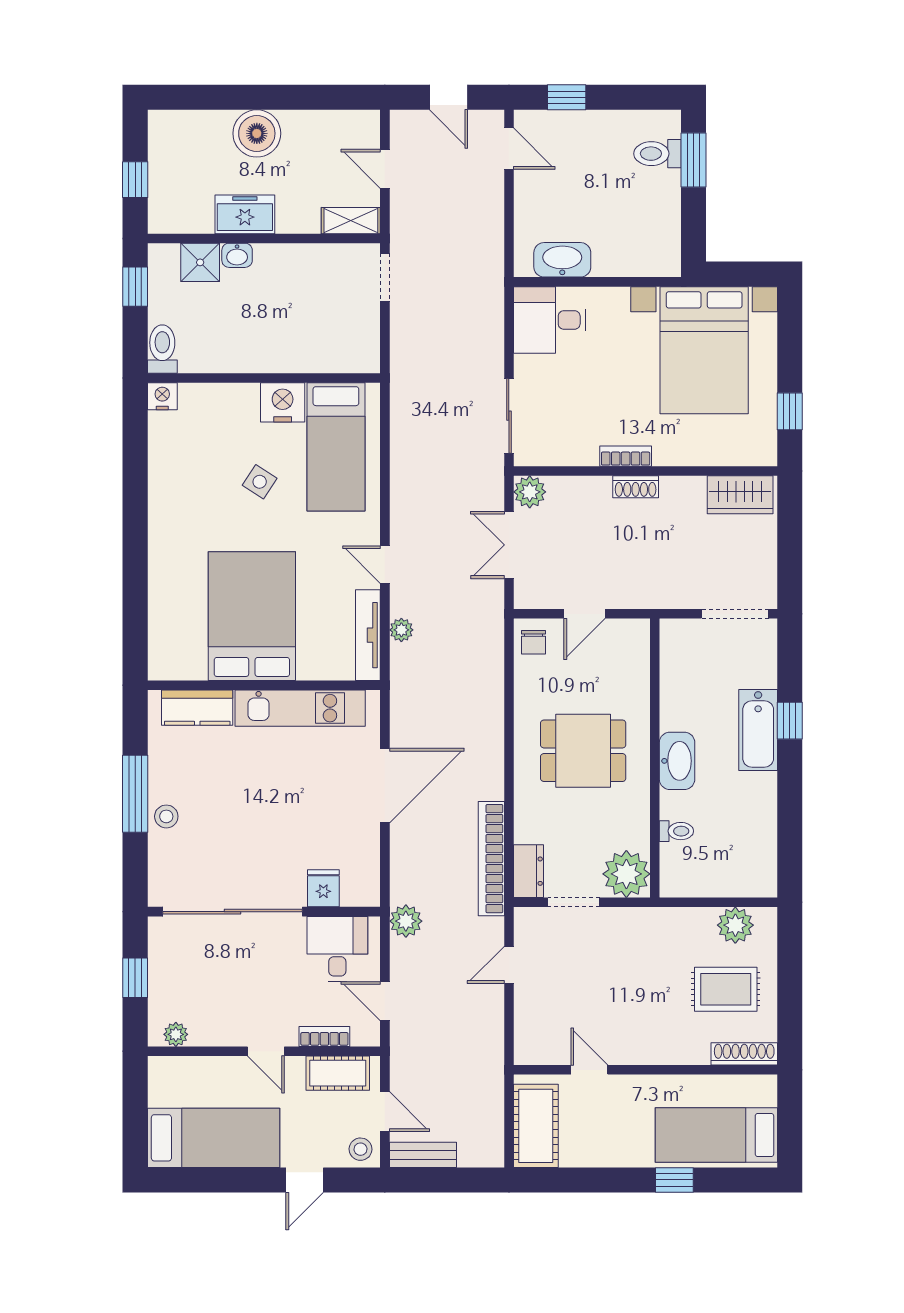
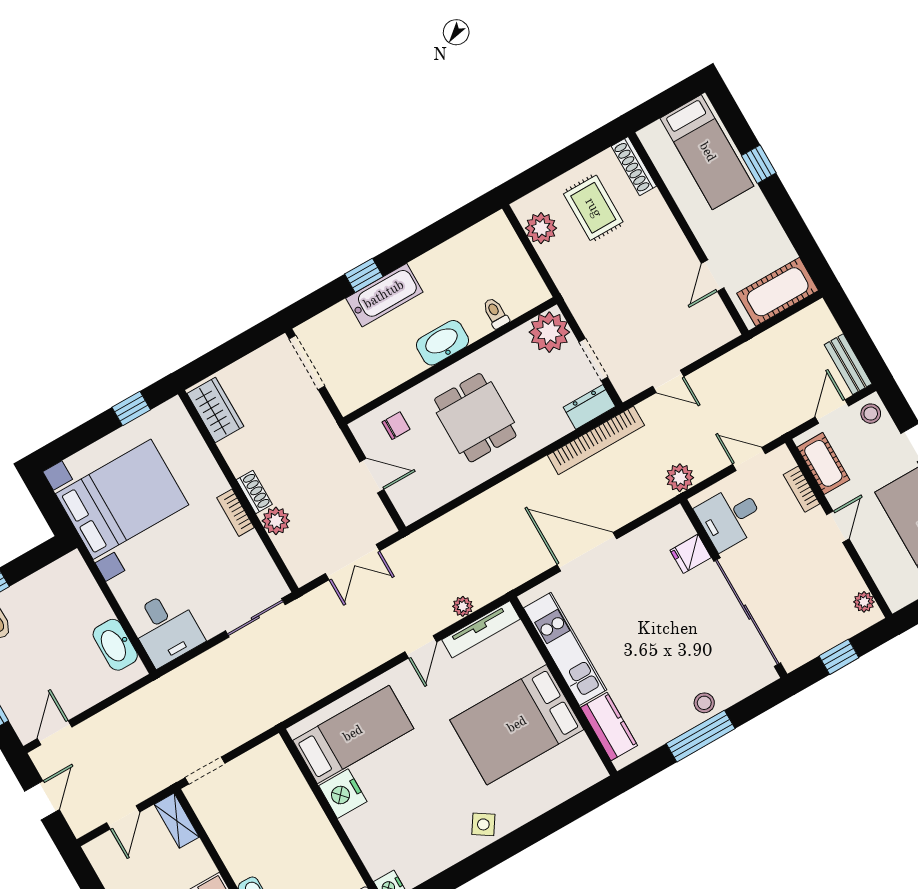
side table: (260, 482) -> (483, 824), moved
plant: (530, 492) -> (276, 521), moved
chair: (533, 642) -> (396, 426), moved
door: (385, 1001) -> (749, 459), swing flipped

